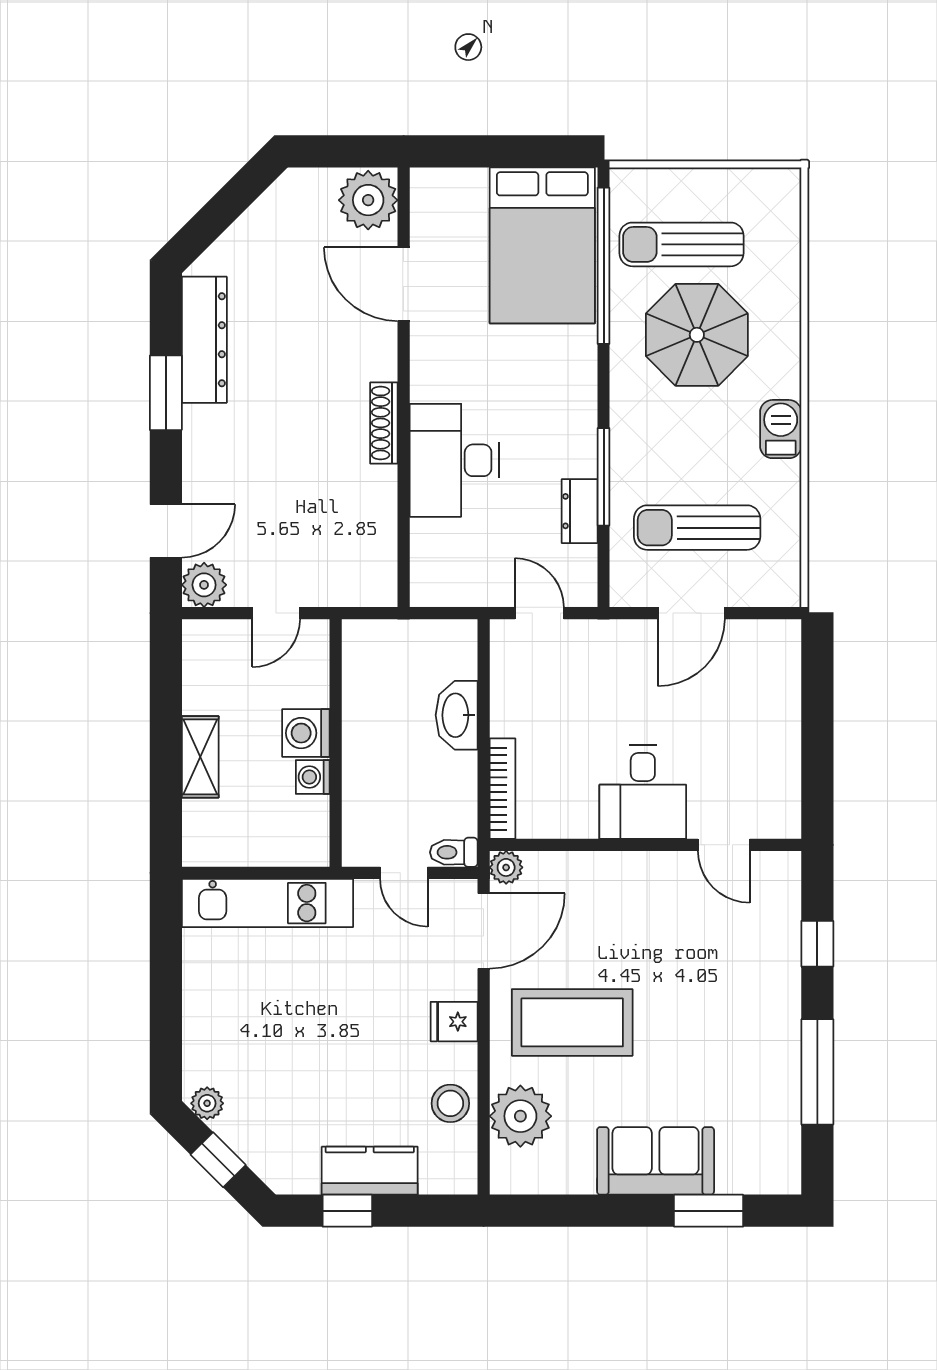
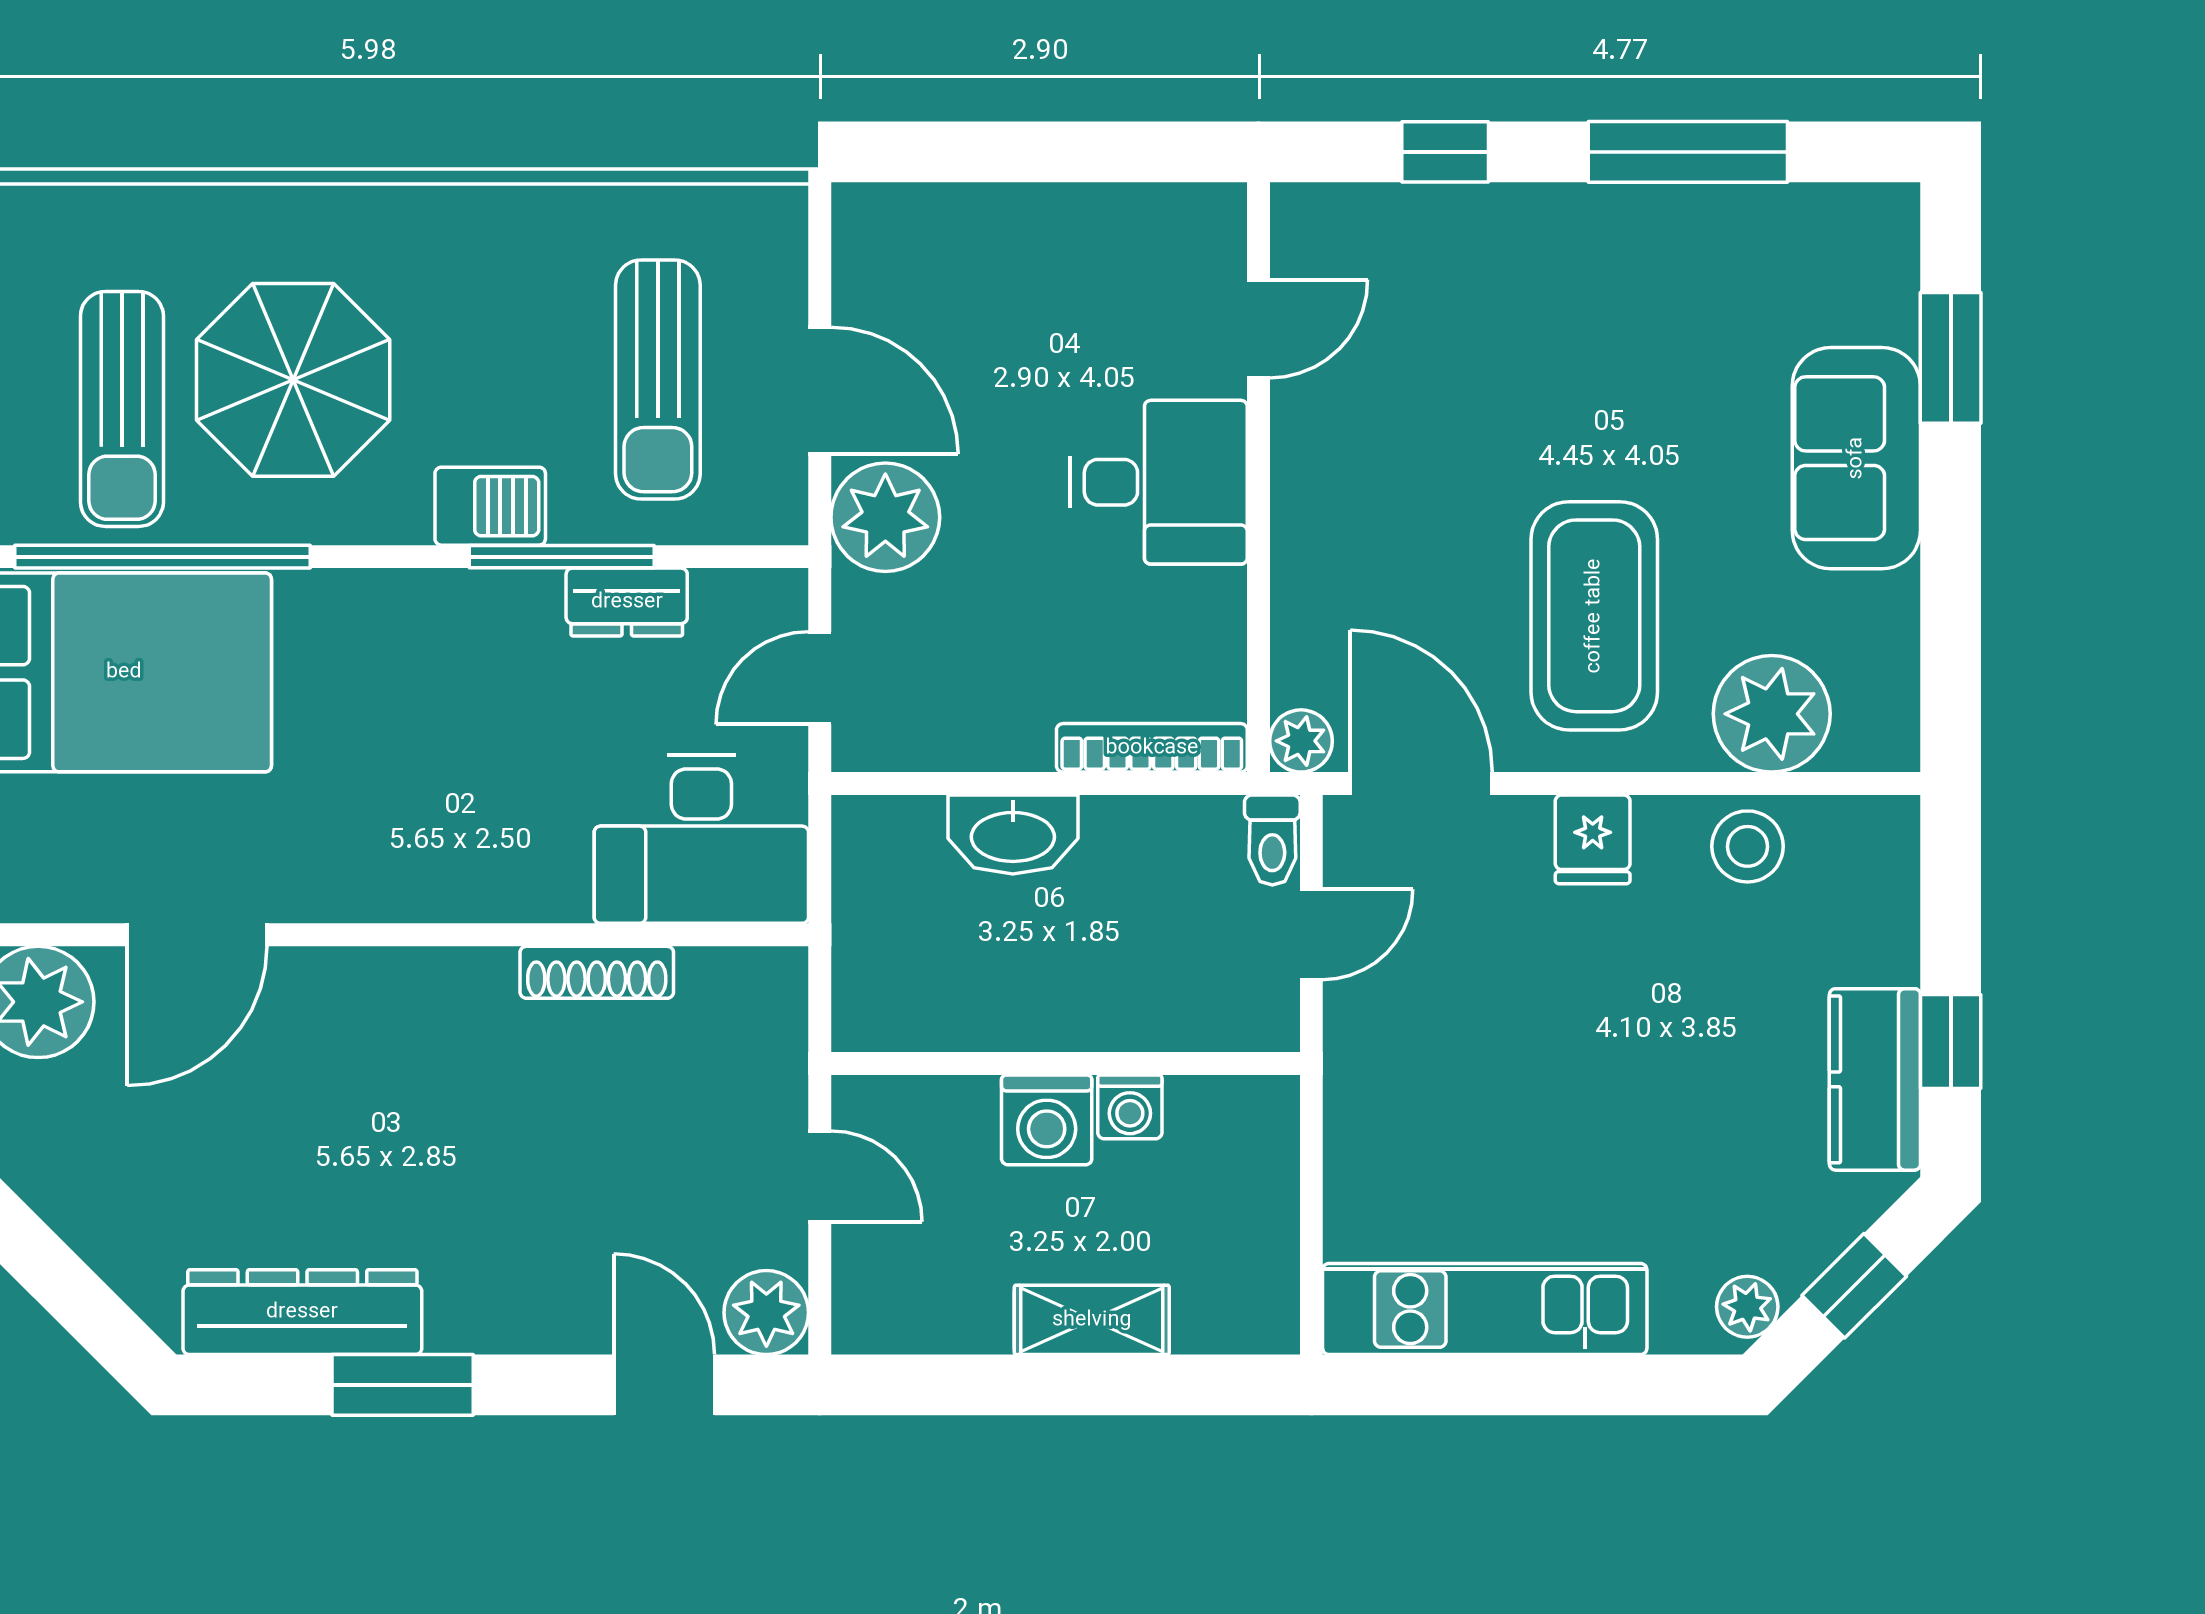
shoe rack: (384, 423) -> (597, 972), moved
barbecue: (781, 429) -> (490, 506), moved, turned 180
desk: (454, 460) -> (701, 839), moved
plant: (624, 648) -> (885, 517), added
kitchen unit: (267, 903) -> (1485, 1309), moved, turned -90
kitchen counter: (370, 1171) -> (1875, 1079), moved

